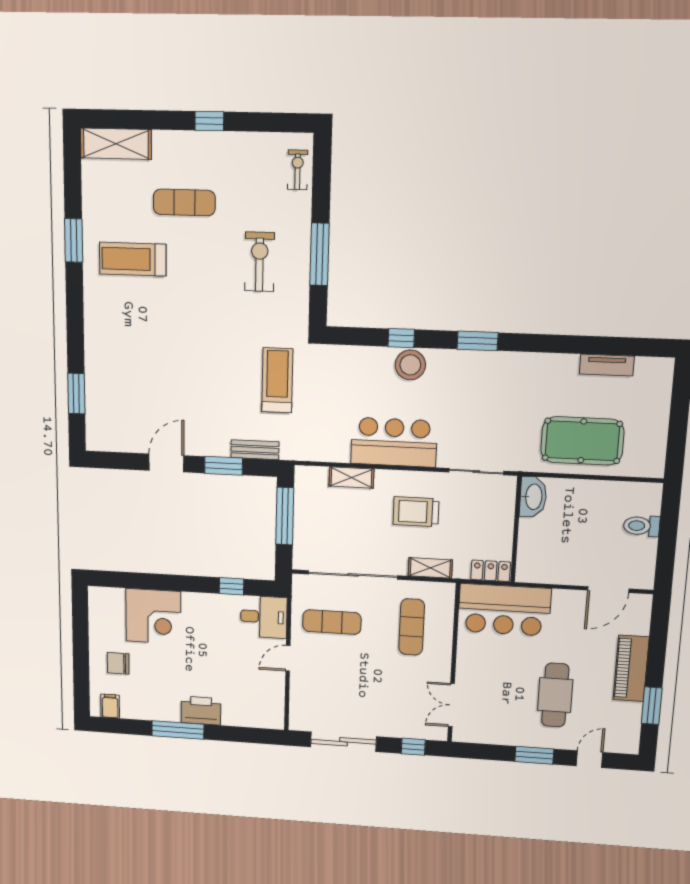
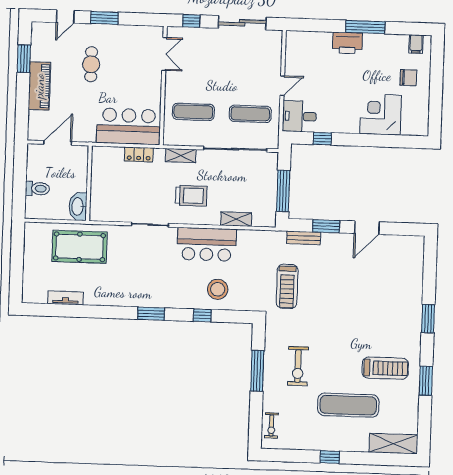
exercise mat: (184, 202) -> (348, 405), width x1.36, depth x1.45
stool: (410, 365) -> (218, 289), moved
window: (76, 394) -> (428, 319), moved
washbasin: (533, 497) -> (78, 206), moved
wall: (516, 529) -> (89, 183), moved
exercise mat: (412, 627) -> (193, 112), turned 90
cafe table: (555, 695) -> (91, 64), width x0.73, depth x0.74

